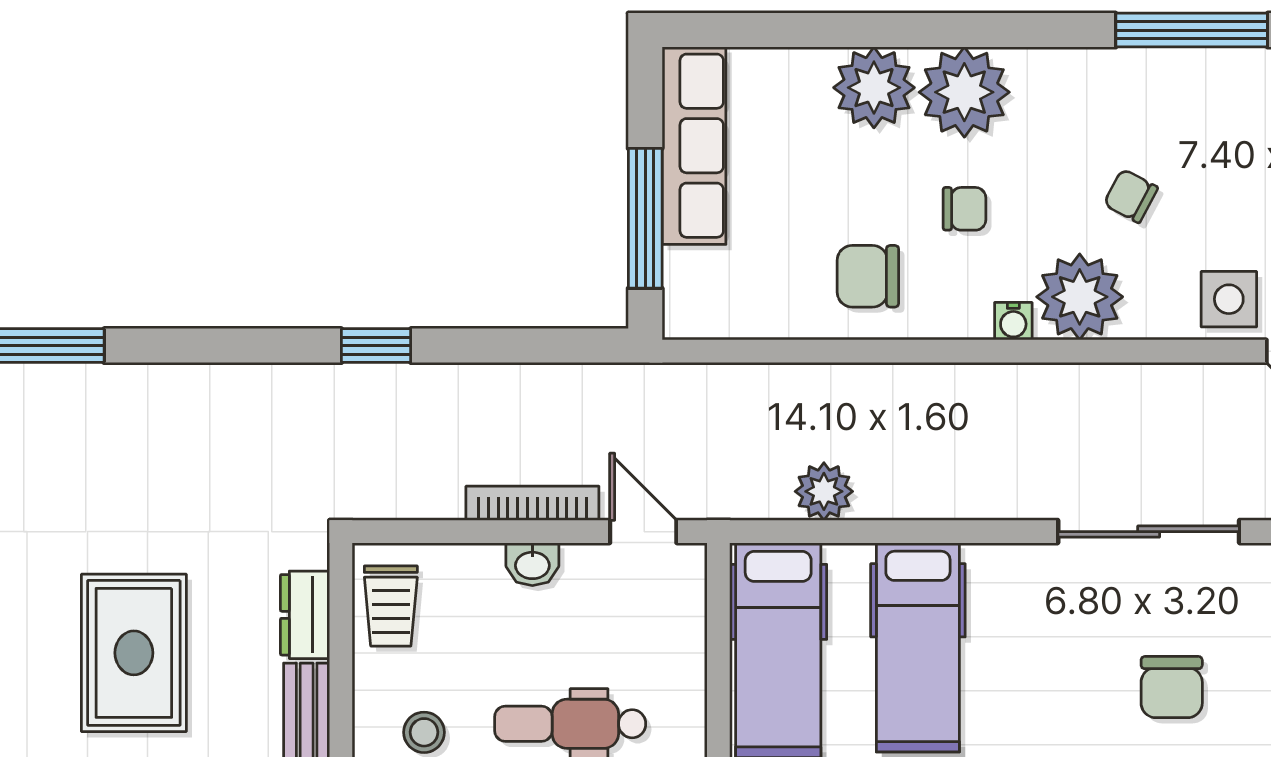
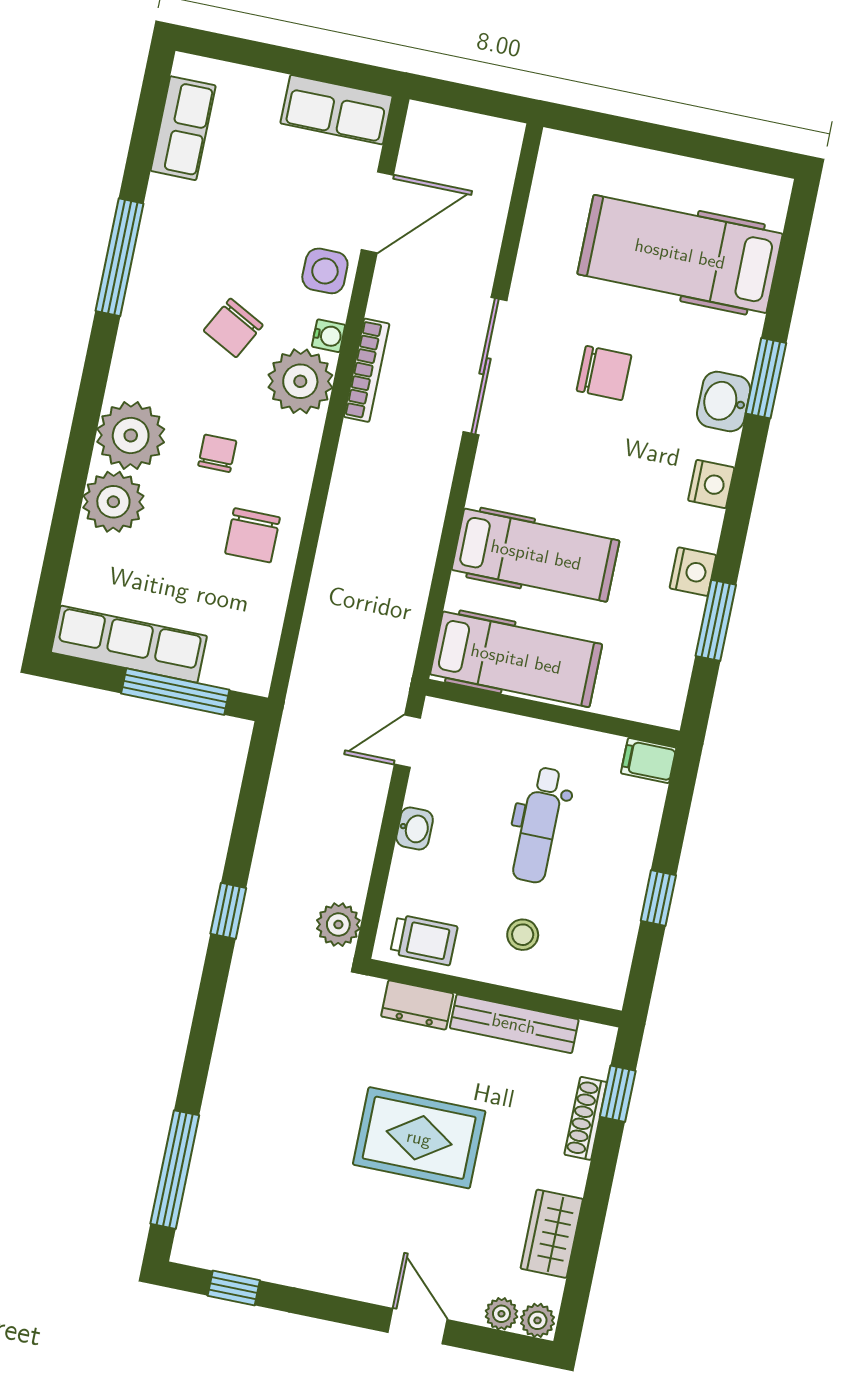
chair: (1131, 196) -> (233, 328), width x1.37, depth x1.37
water cooler: (1013, 321) -> (329, 336), moved
plant: (824, 491) -> (338, 925), moved
bookcase: (532, 503) -> (367, 370), moved, turned 180

